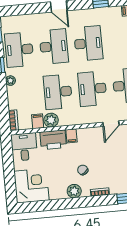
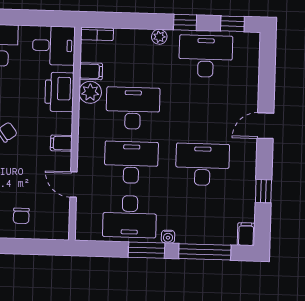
desk: (88, 43) -> (202, 164), turned 180
desk: (54, 46) -> (204, 110), removed
filing cabinet: (72, 136) -> (61, 143), moved

